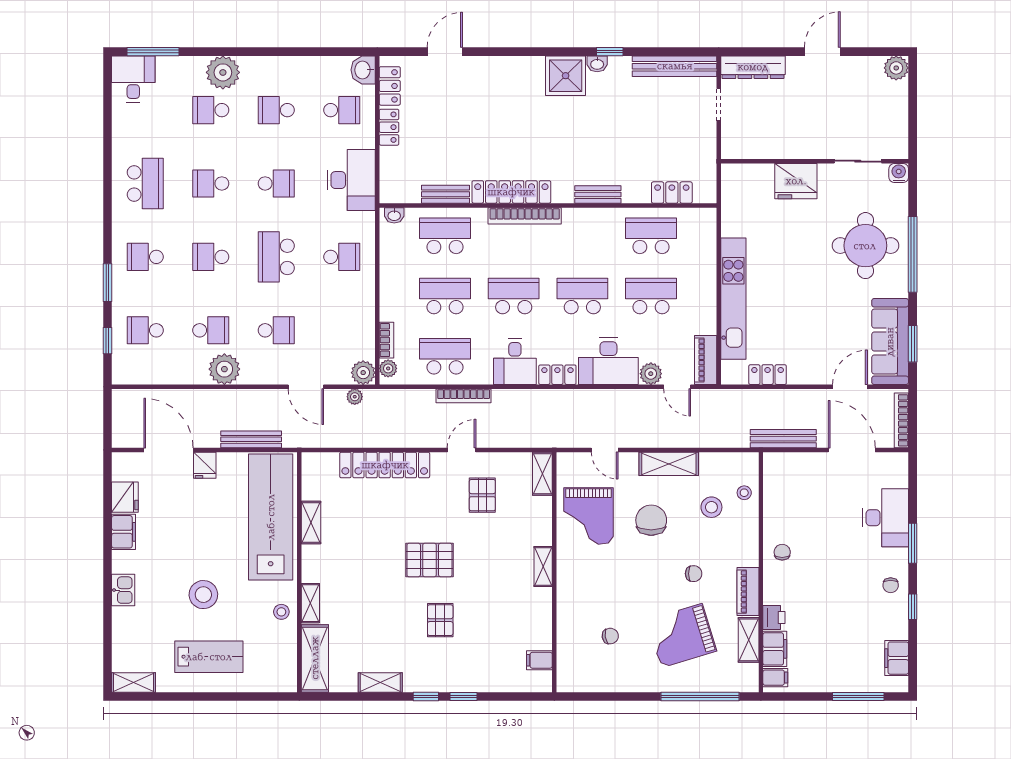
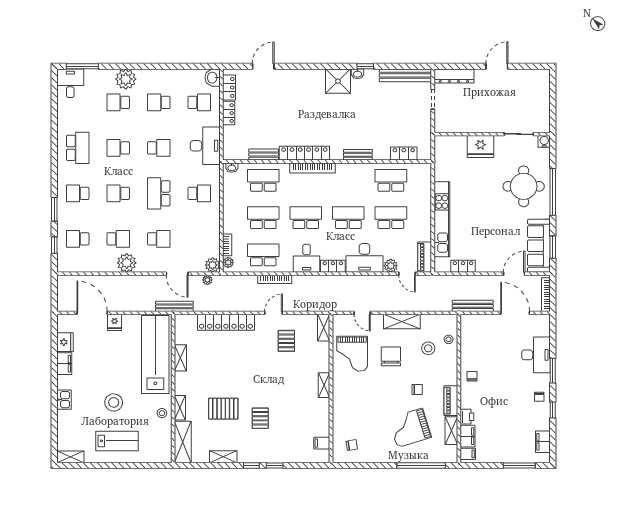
plant: (896, 68) -> (543, 76), removed
bench: (251, 439) -> (174, 306), moved
pallet: (429, 560) -> (223, 409), moved
chair: (610, 636) -> (352, 445), moved

